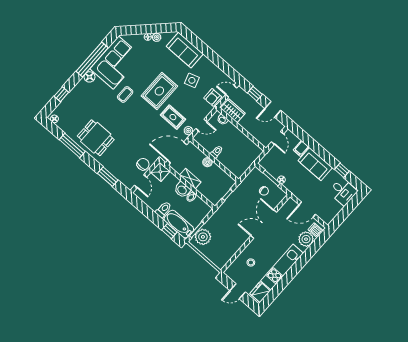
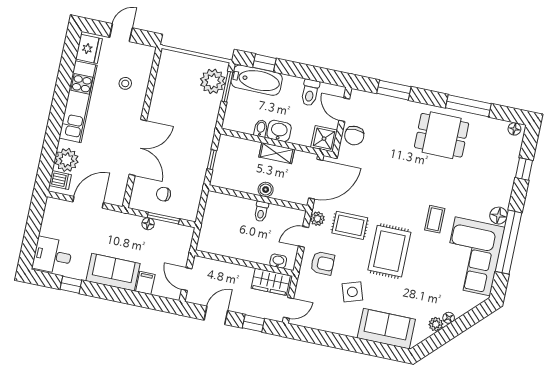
armchair: (213, 97) -> (323, 263), moved, turned 90
toilet: (163, 210) -> (310, 93), moved

